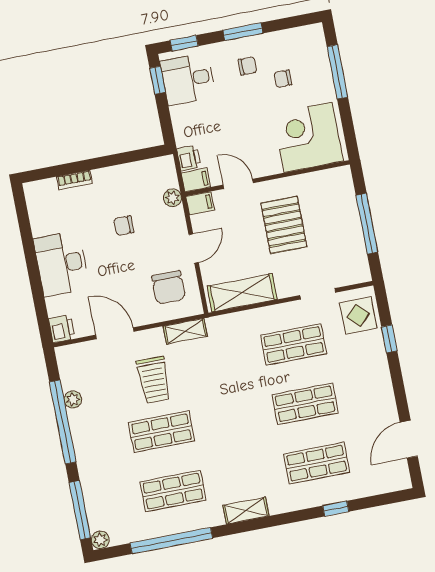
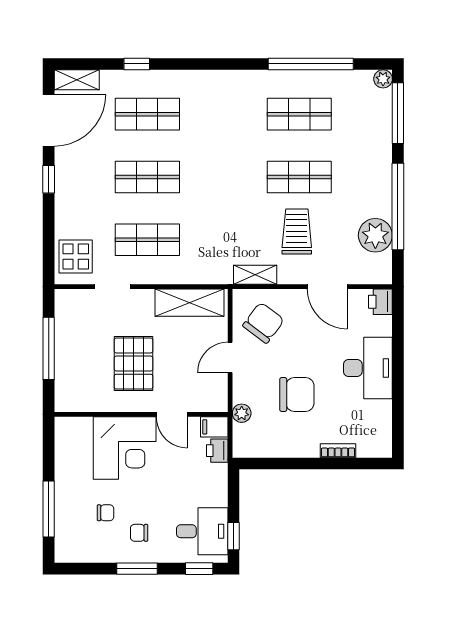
corner desk: (308, 137) -> (125, 448), moved
filing cabinet: (200, 203) -> (215, 402), removed
chair: (124, 226) -> (297, 394), width x1.87, depth x1.87
chair: (169, 287) -> (263, 323), turned 37
window: (389, 339) -> (49, 179), moved
plant: (73, 400) -> (375, 235), width x1.87, depth x1.87
door: (409, 439) -> (49, 120), width x1.36
shelving: (246, 511) -> (77, 80), moved

